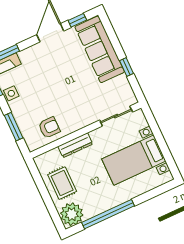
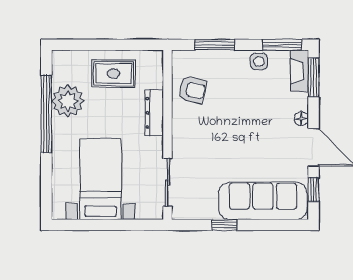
floor lamp: (36, 49) -> (301, 119), added
armchair: (49, 128) -> (192, 90), turned -78
plant: (72, 214) -> (68, 101), moved

